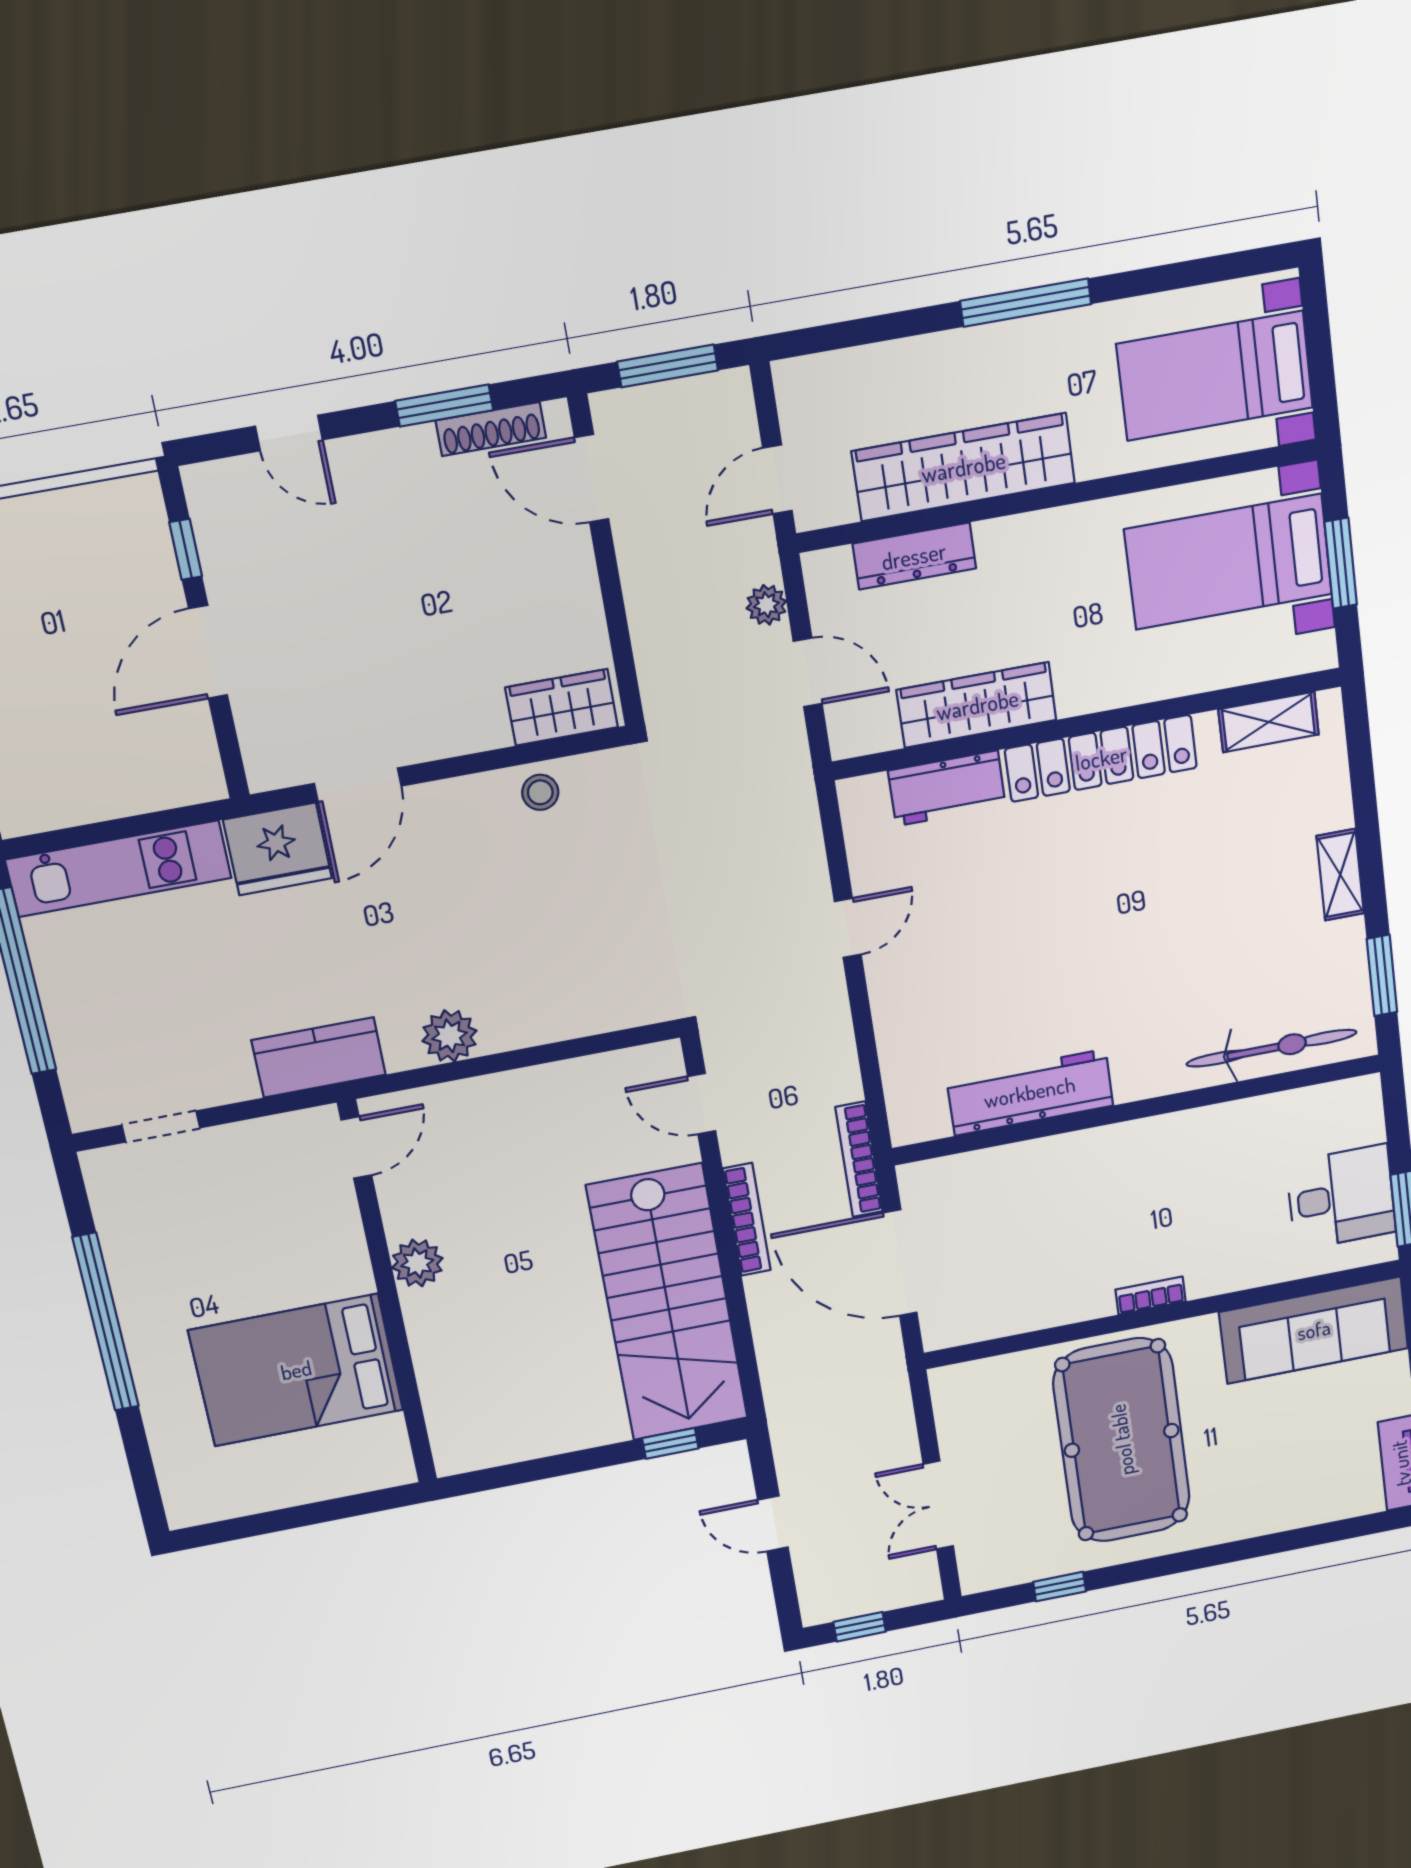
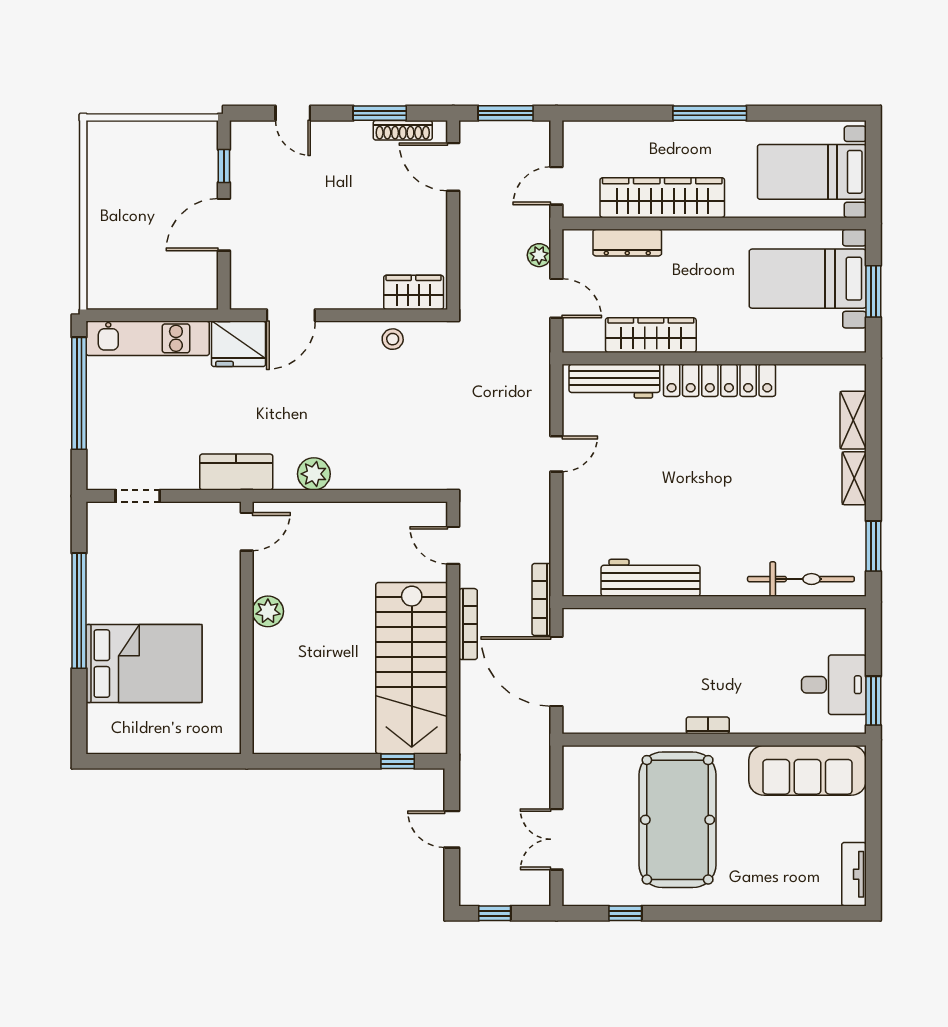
shelving: (1269, 722) -> (853, 420), moved, turned 90
workbench: (947, 788) -> (614, 381), width x1.38
bed: (296, 1370) -> (144, 664), moved, turned 180

